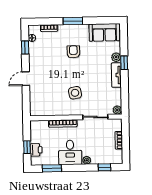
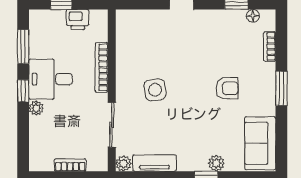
tv unit: (116, 75) -> (155, 163), moved
printer: (36, 150) -> (78, 20), moved
window: (105, 167) -> (23, 91), moved

